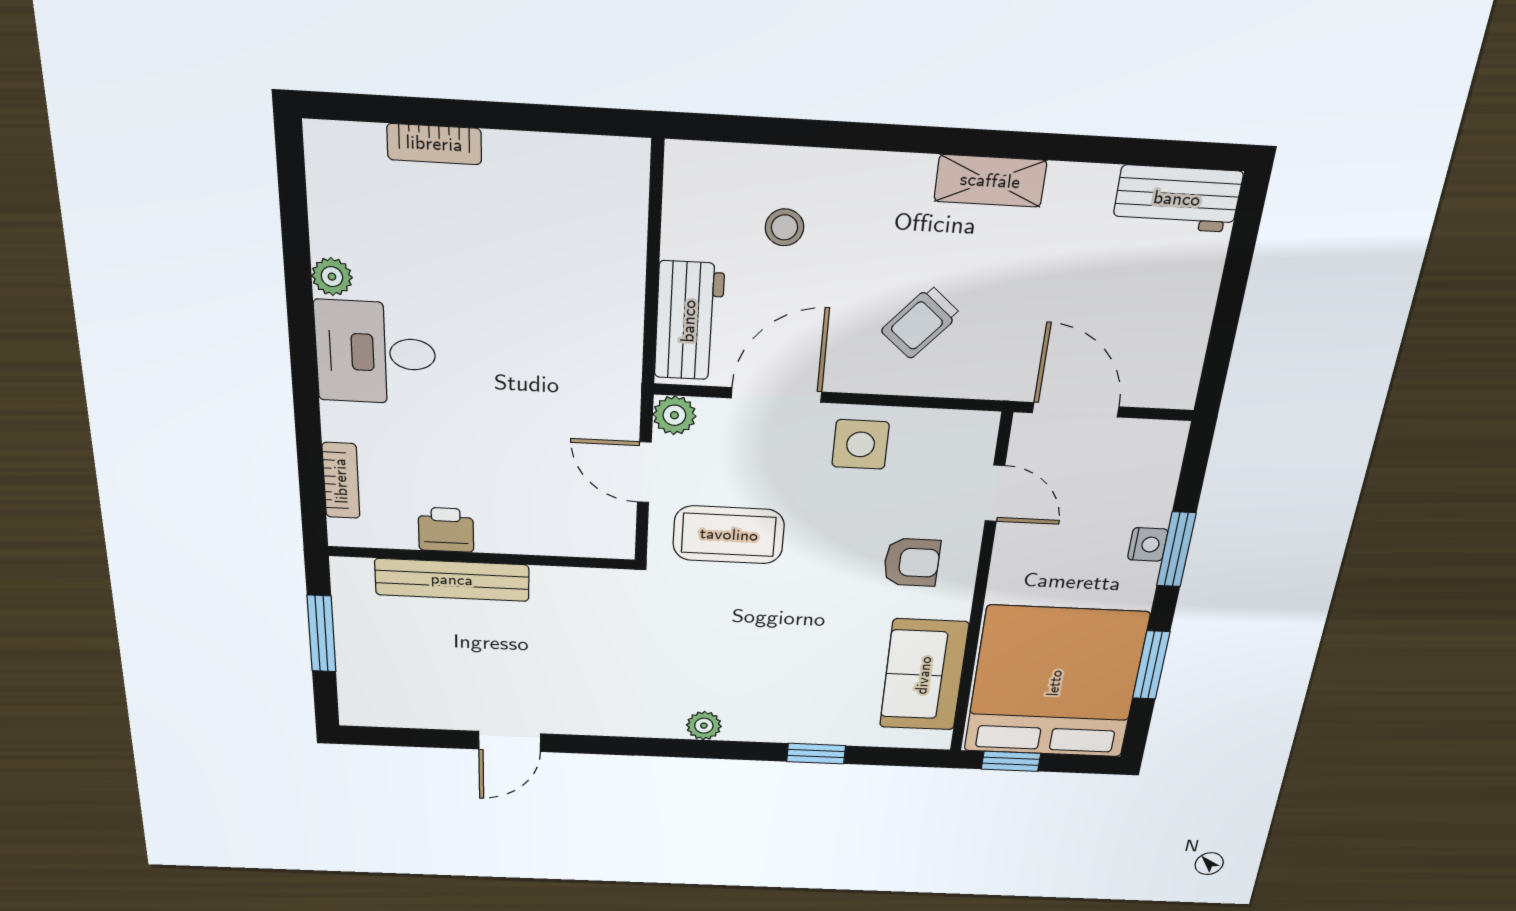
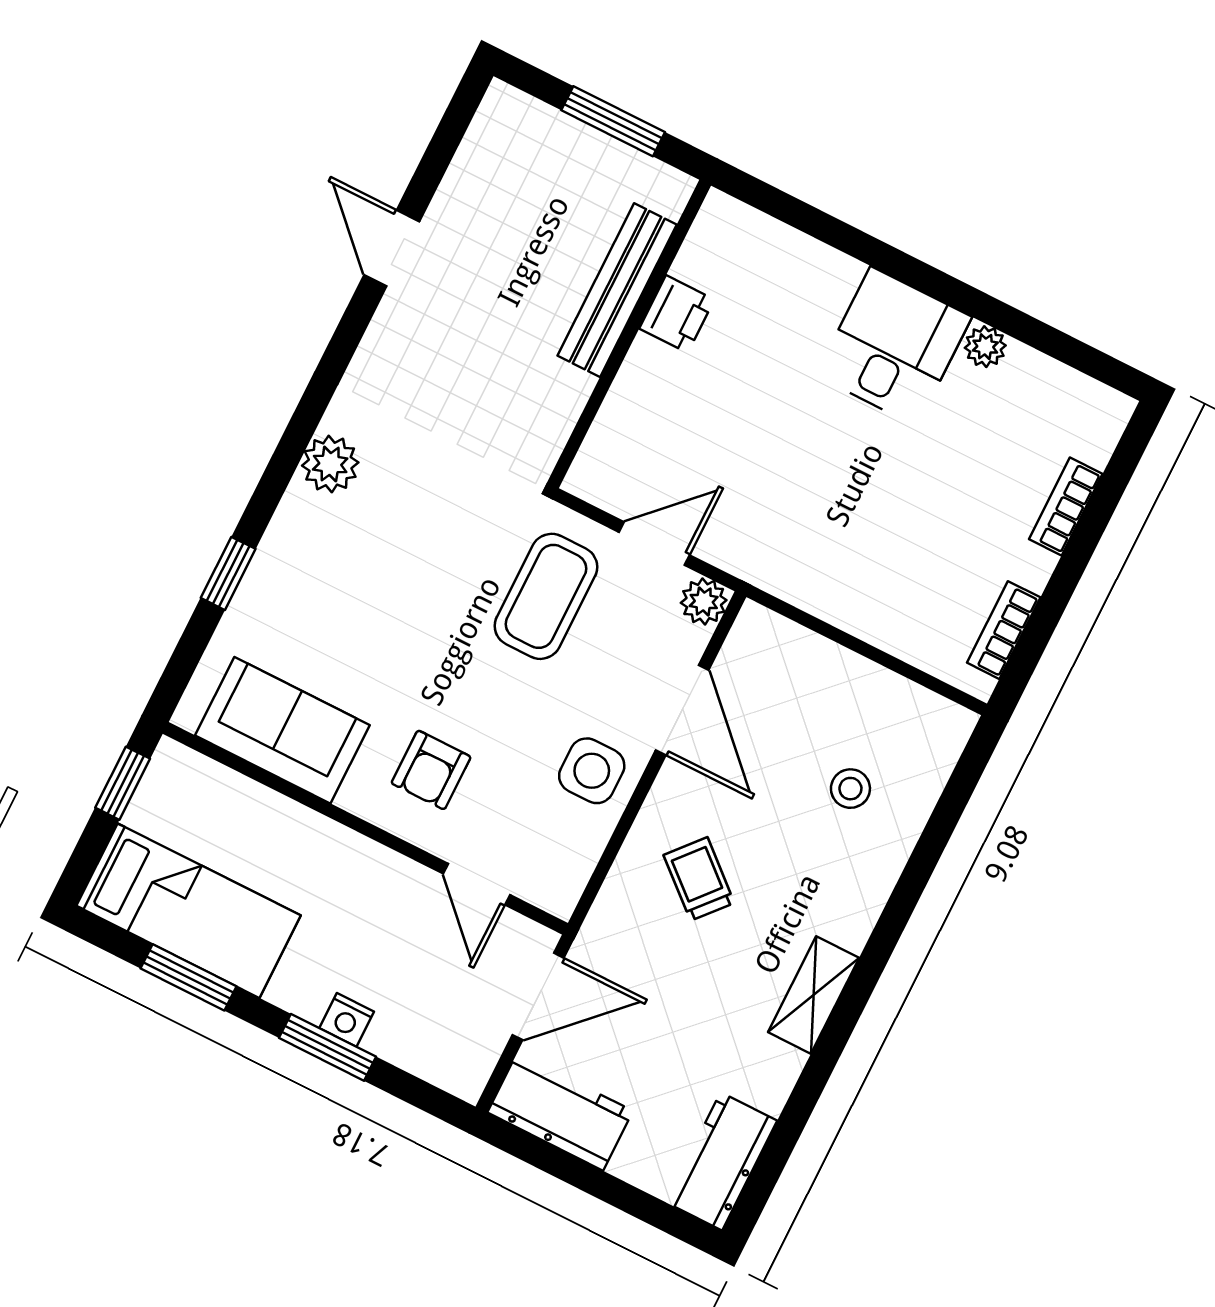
workbench: (689, 321) -> (560, 1112), moved, turned 180
bookcase: (341, 481) -> (1004, 630), moved, turned 90
door: (995, 493) -> (477, 884), hinge flipped
bed: (1055, 683) -> (189, 911), width x0.49
plant: (704, 726) -> (330, 464), width x1.38, depth x1.38

